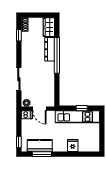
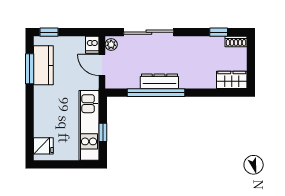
dresser: (50, 49) -> (159, 81), moved
window: (57, 55) -> (156, 93), moved
sliding door: (19, 79) -> (149, 32), width x1.37
door: (39, 109) -> (102, 65), hinge flipped
fridge: (73, 145) -> (43, 146), moved

